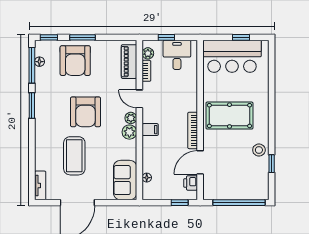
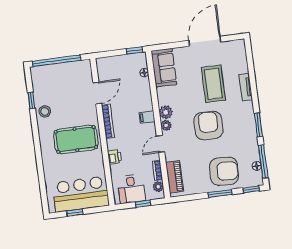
armchair: (75, 61) -> (224, 171), turned 93
door: (139, 99) -> (161, 144), swing flipped
printer: (191, 183) -> (114, 157), moved
tv unit: (40, 185) -> (246, 87), moved
window: (180, 203) -> (135, 50), moved

